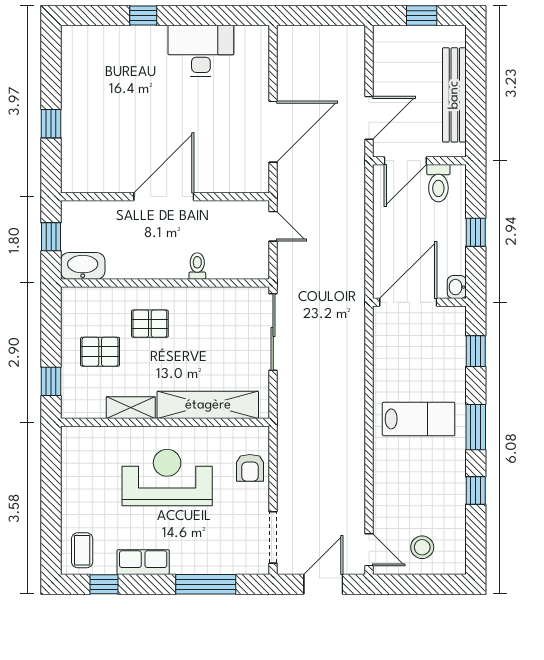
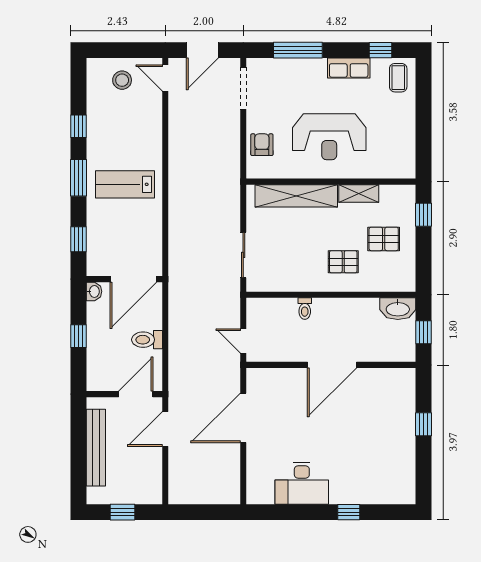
toilet: (438, 183) -> (147, 340), moved, turned -90
sliding door: (273, 332) -> (243, 255), width x0.73

